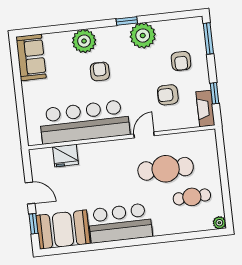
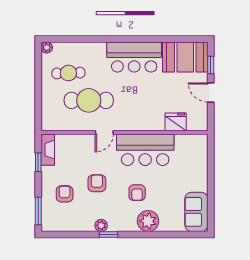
plant: (143, 36) -> (101, 225), width x0.53, depth x0.53
armchair: (168, 95) -> (97, 183), moved, turned -90
bar counter: (85, 122) -> (145, 150), width x0.73

